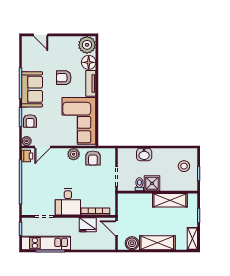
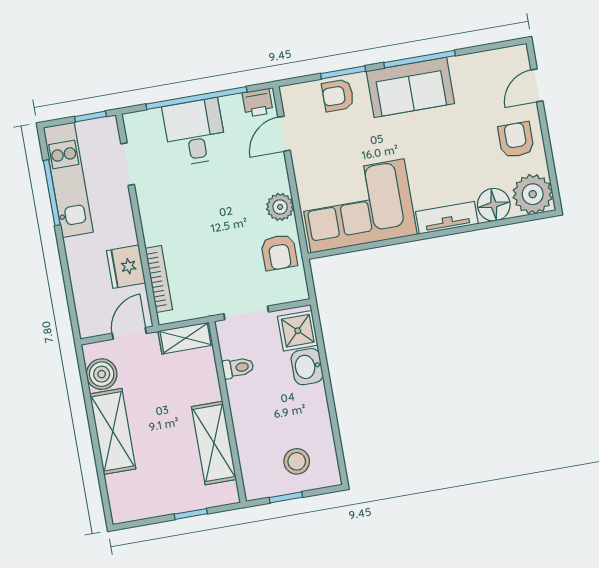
armchair: (64, 78) -> (516, 140), moved
plant: (27, 141) -> (291, 95), removed
door: (42, 147) -> (284, 134), hinge flipped
armchair: (93, 158) -> (279, 252), turned -90
shower: (152, 183) -> (298, 331), moved
desk: (68, 202) -> (195, 132), moved, turned 90
shelving: (192, 239) -> (185, 338), moved

